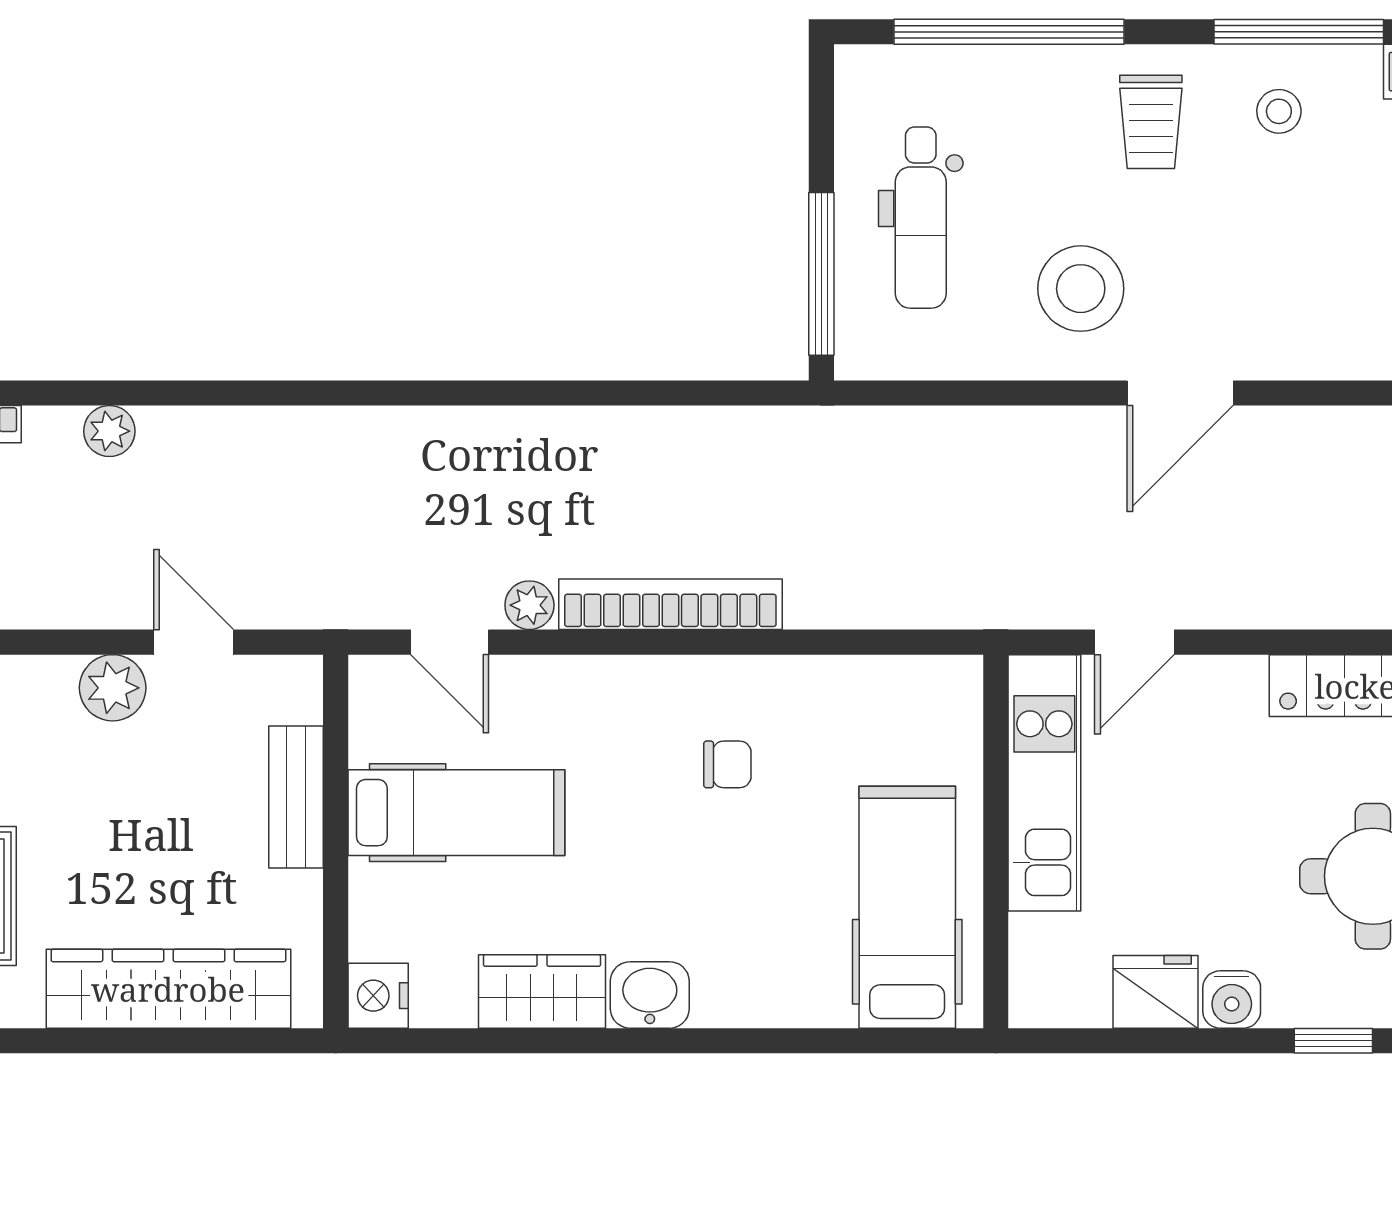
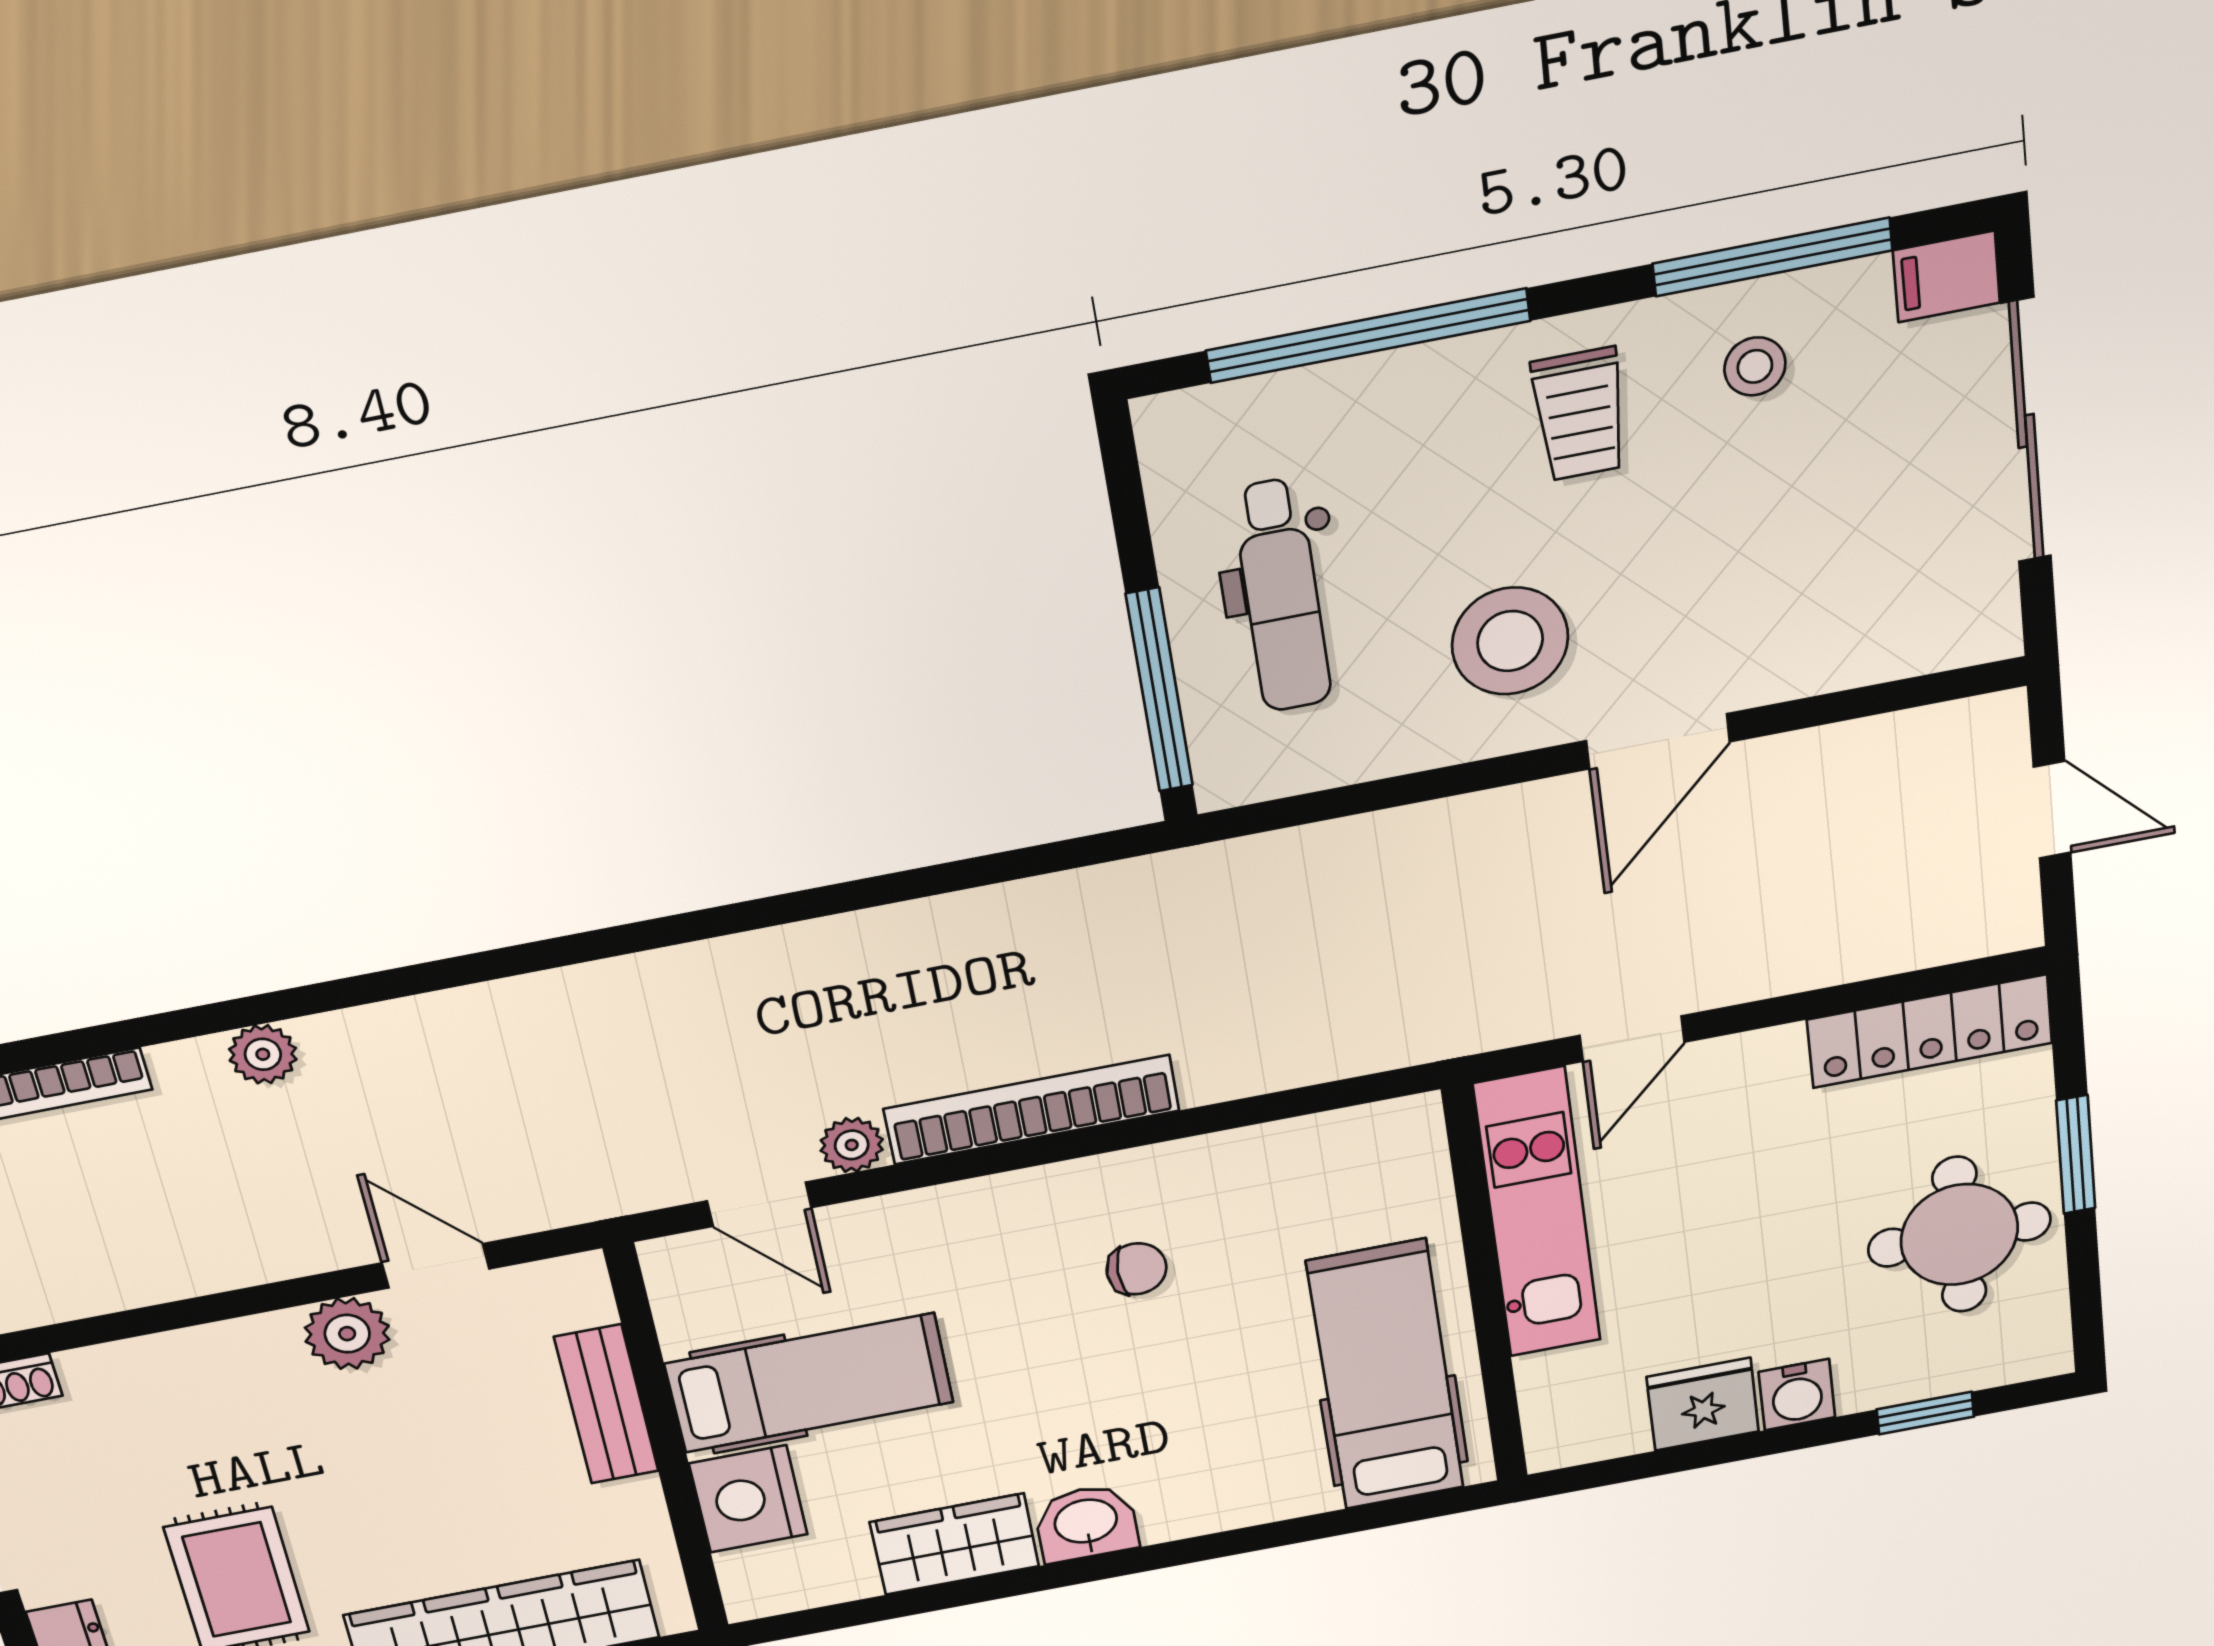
nightstand: (378, 996) -> (748, 1499), moved, width x1.36, depth x1.33

